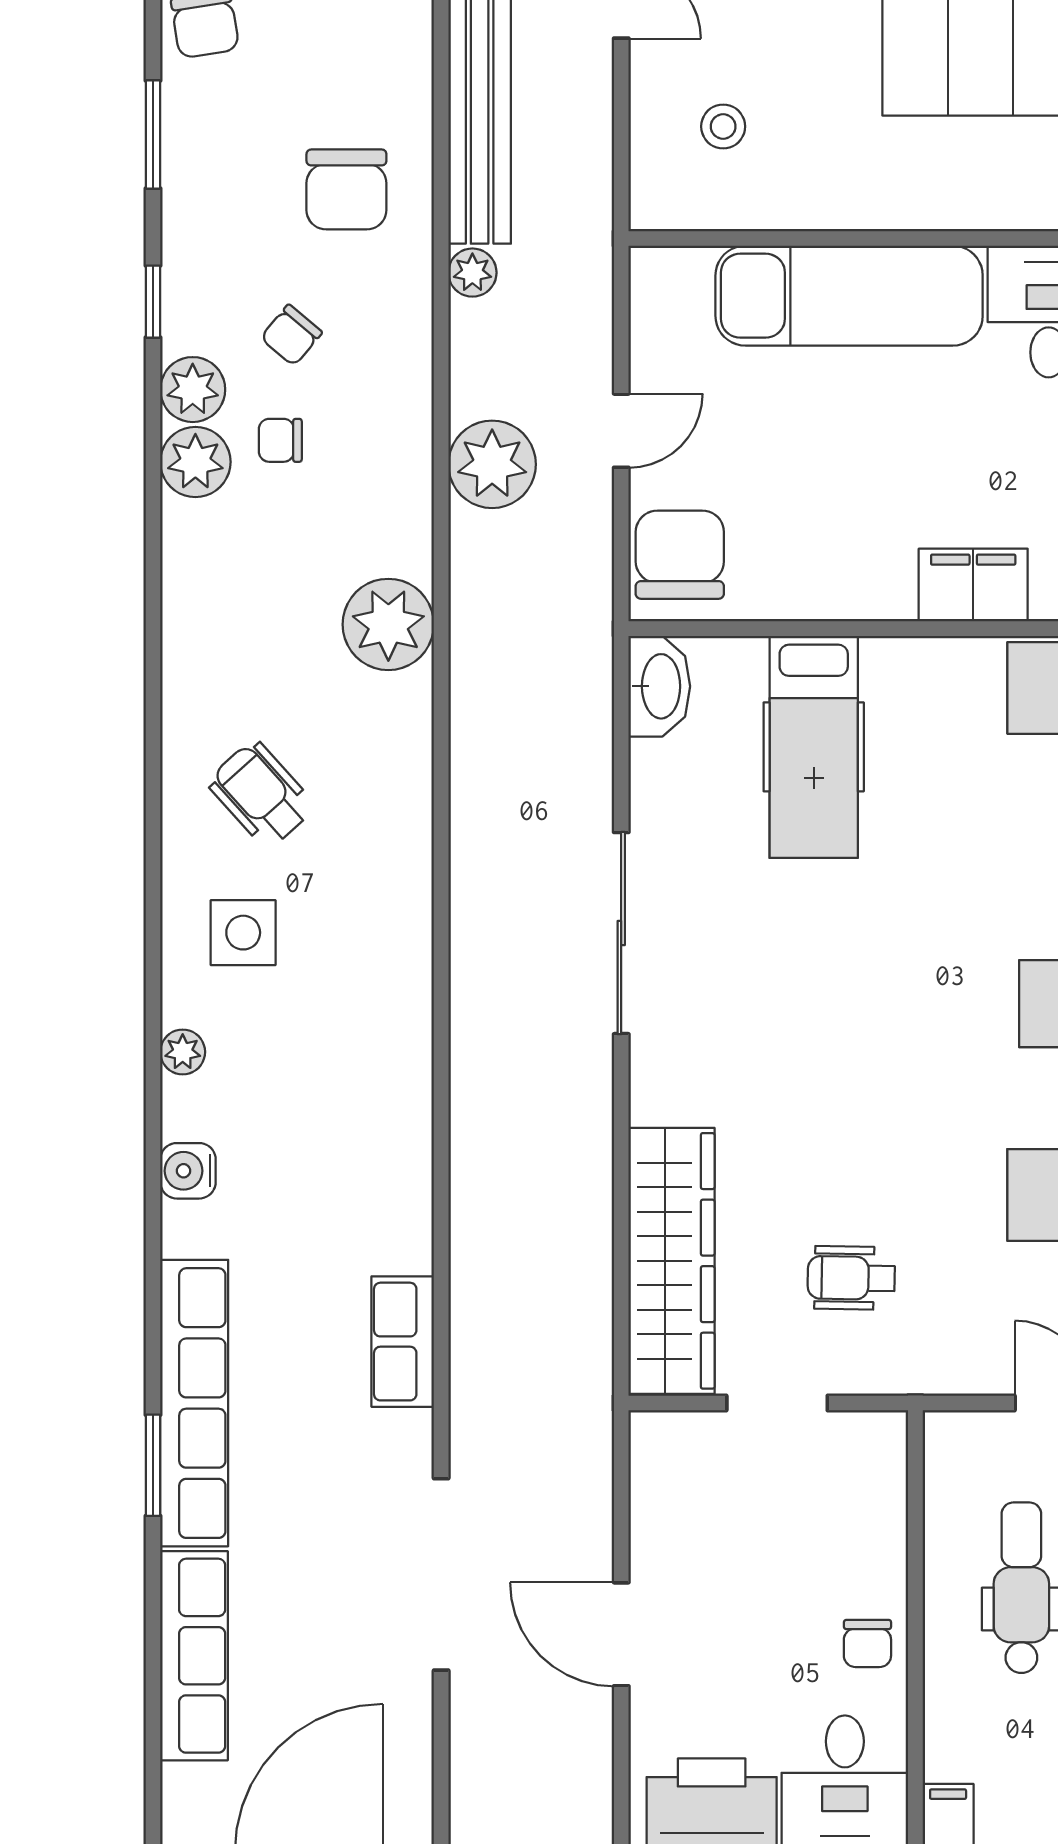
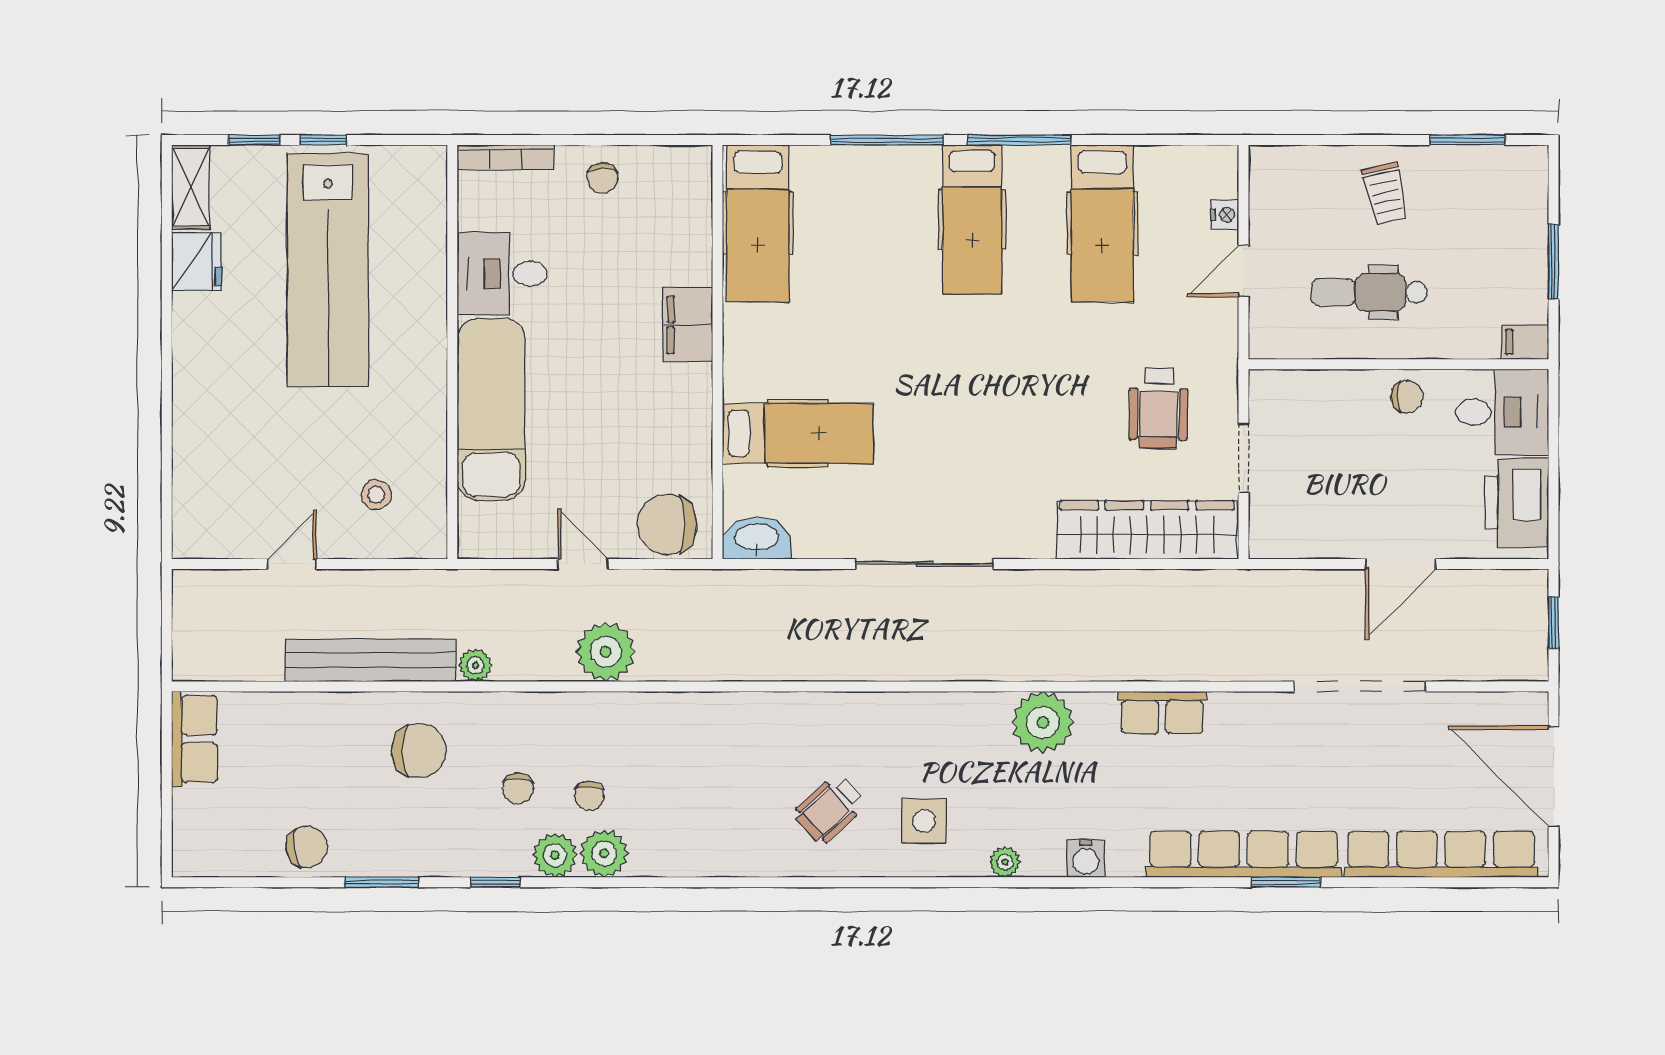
chair: (291, 335) -> (518, 788), turned 50
plant: (388, 624) -> (1043, 722), moved
wheelchair: (851, 1278) -> (1159, 408), width x1.36, depth x1.37
row of seats: (403, 1342) -> (1162, 713), moved
row of seats: (194, 1656) -> (1441, 854), width x1.36

